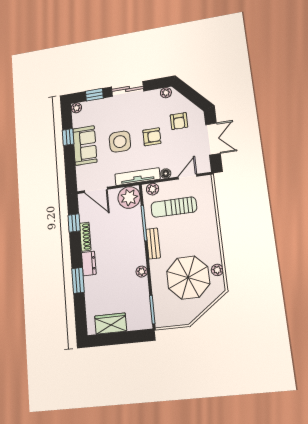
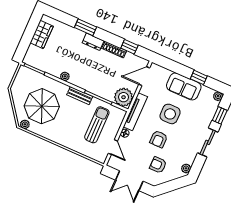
plant: (153, 189) -> (119, 117), removed
plant: (217, 270) -> (25, 124), moved

